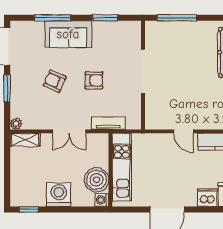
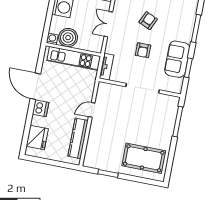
sofa: (68, 34) -> (177, 59), moved
tv unit: (108, 123) -> (106, 67), moved
dishwasher: (207, 197) -> (41, 108), moved

